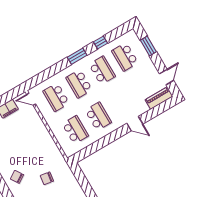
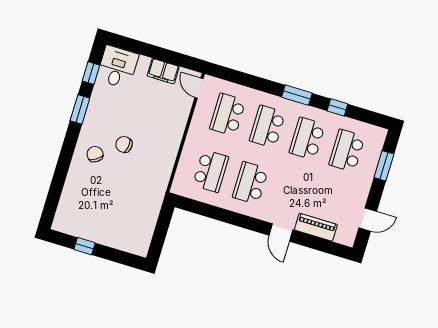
school desk: (102, 70) -> (307, 139), turned 180
piano: (159, 98) -> (316, 227), moved
school desk: (98, 116) -> (250, 183), turned 180
chair: (47, 178) -> (124, 144), moved

